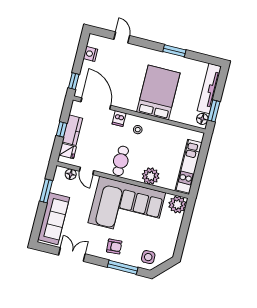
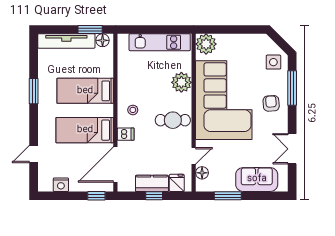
bed: (131, 85) -> (85, 130), added
bed: (158, 92) -> (85, 91), width x0.67
sofa: (54, 219) -> (257, 179), width x0.73

